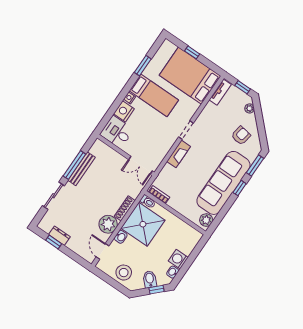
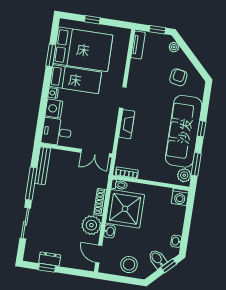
bed: (190, 76) -> (83, 49), moved, turned 180
window: (255, 166) -> (196, 164), moved
bench: (82, 169) -> (43, 166), moved
washing machine: (178, 259) -> (180, 197), moved, turned -90

